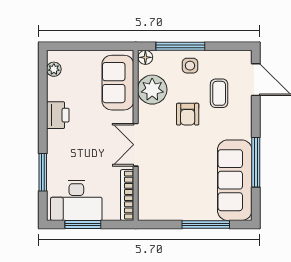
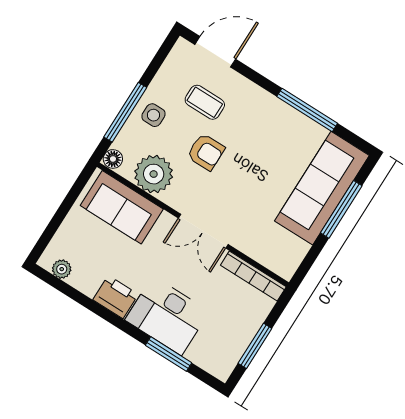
sofa: (235, 180) -> (322, 188), moved, turned 90
desk: (76, 200) -> (167, 316), moved, turned 90

